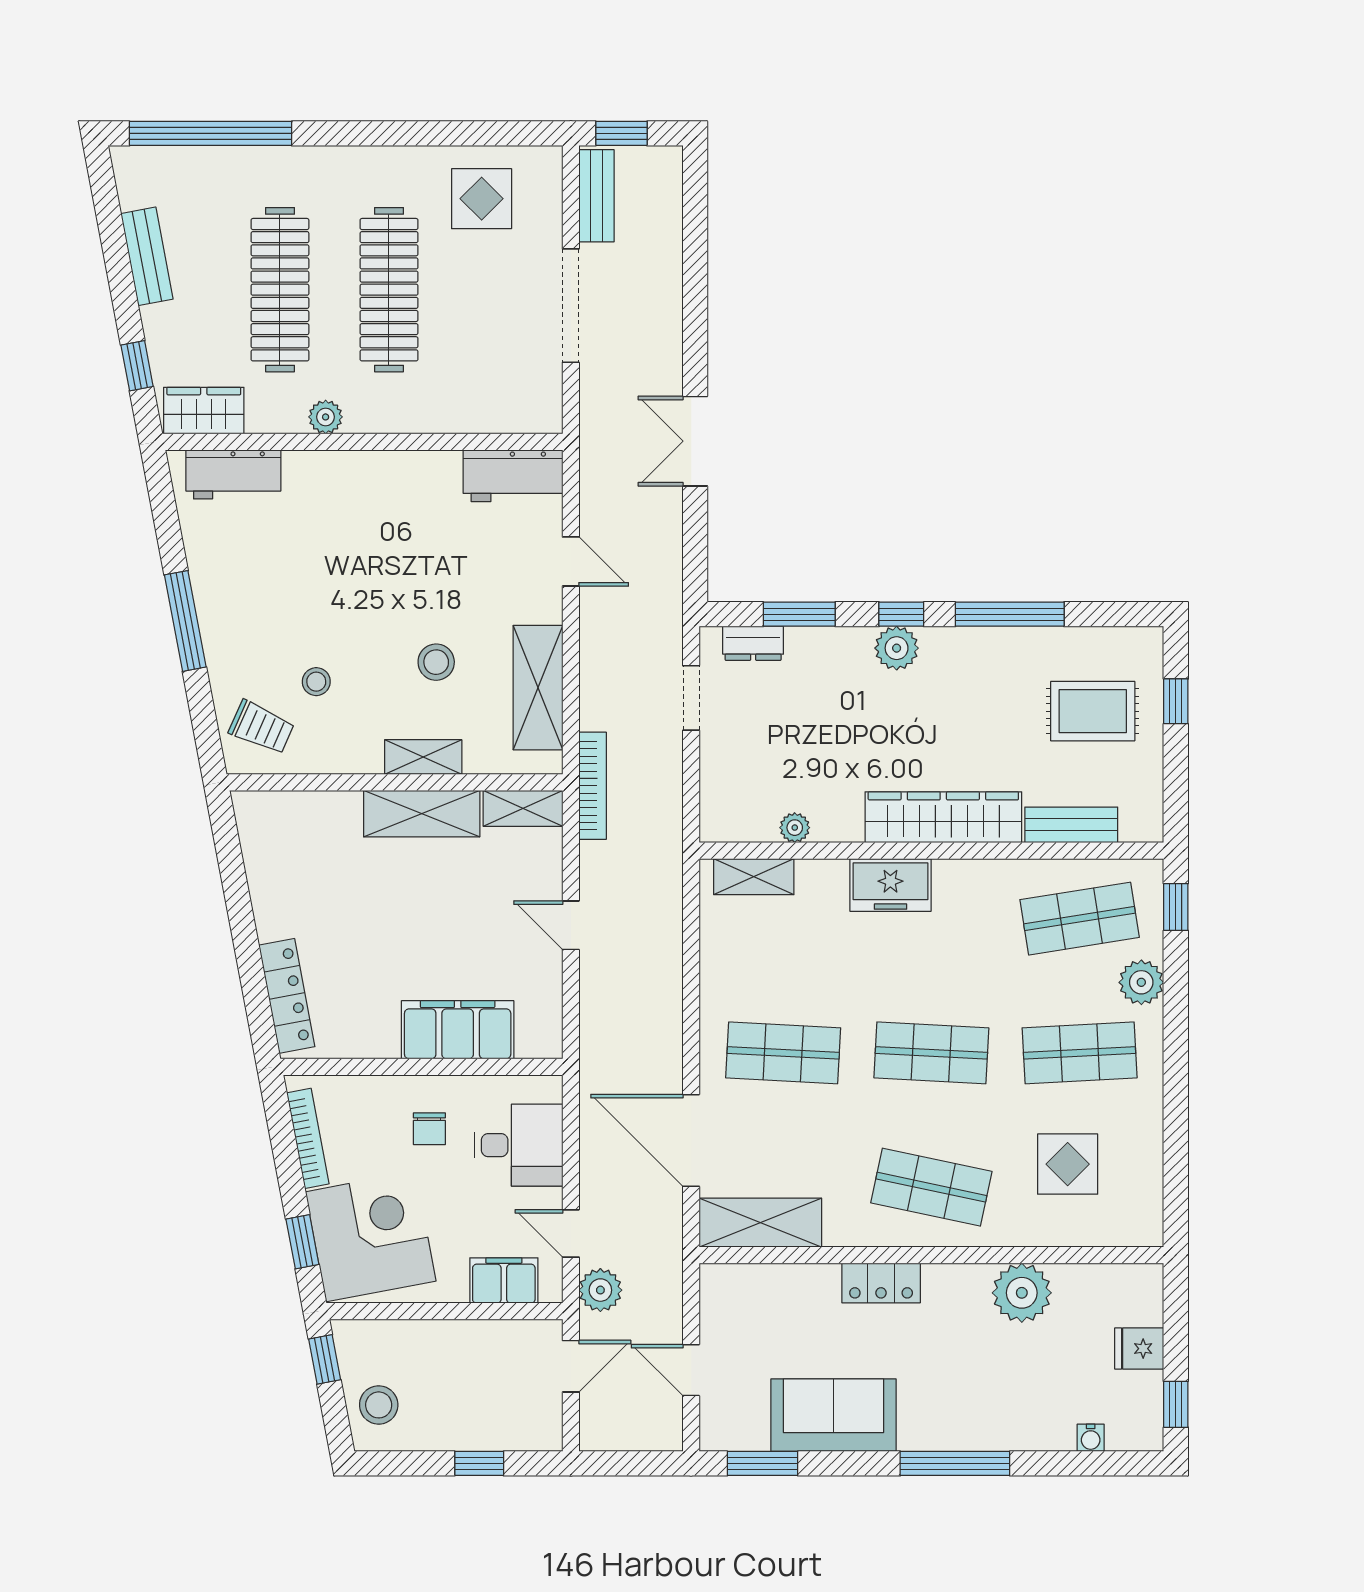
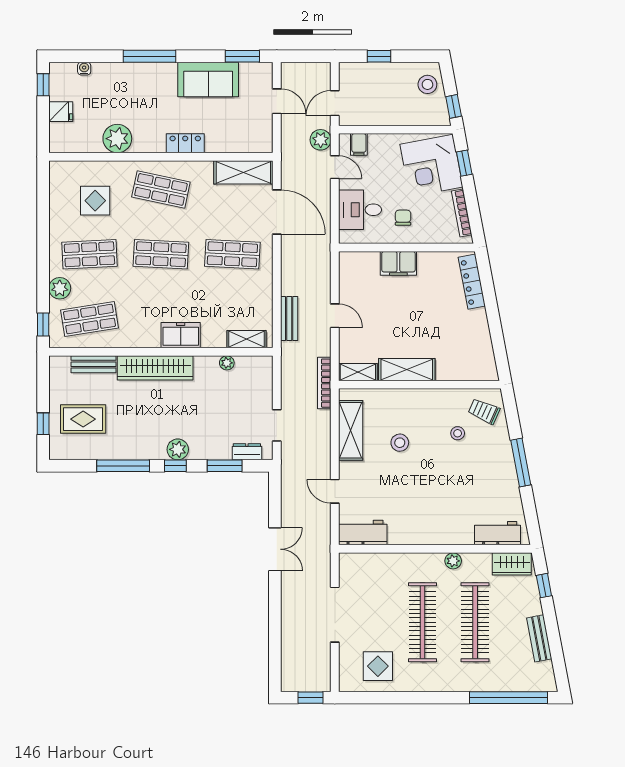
bench: (596, 196) -> (289, 318), moved
shelving: (423, 757) -> (406, 397), removed
filing cabinet: (458, 1030) -> (398, 263), width x0.67, depth x0.86
filing cabinet: (504, 1281) -> (359, 144), width x0.50

